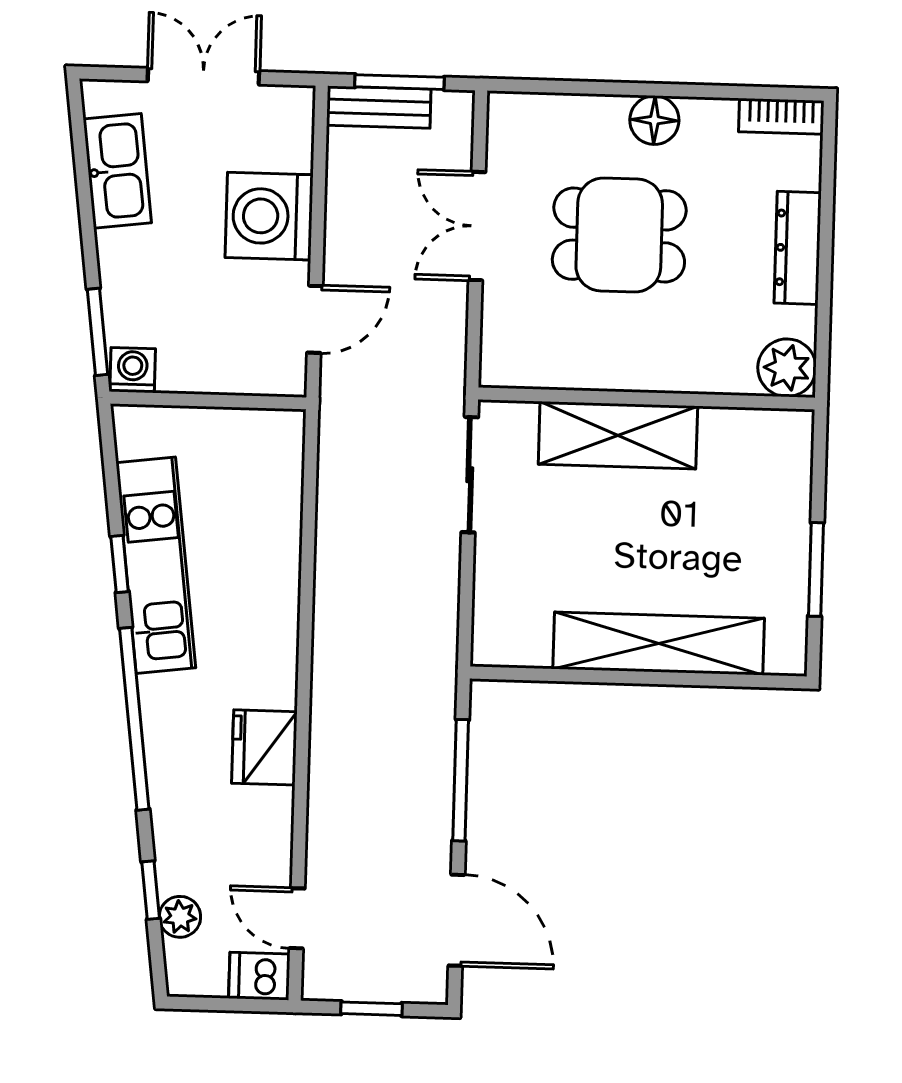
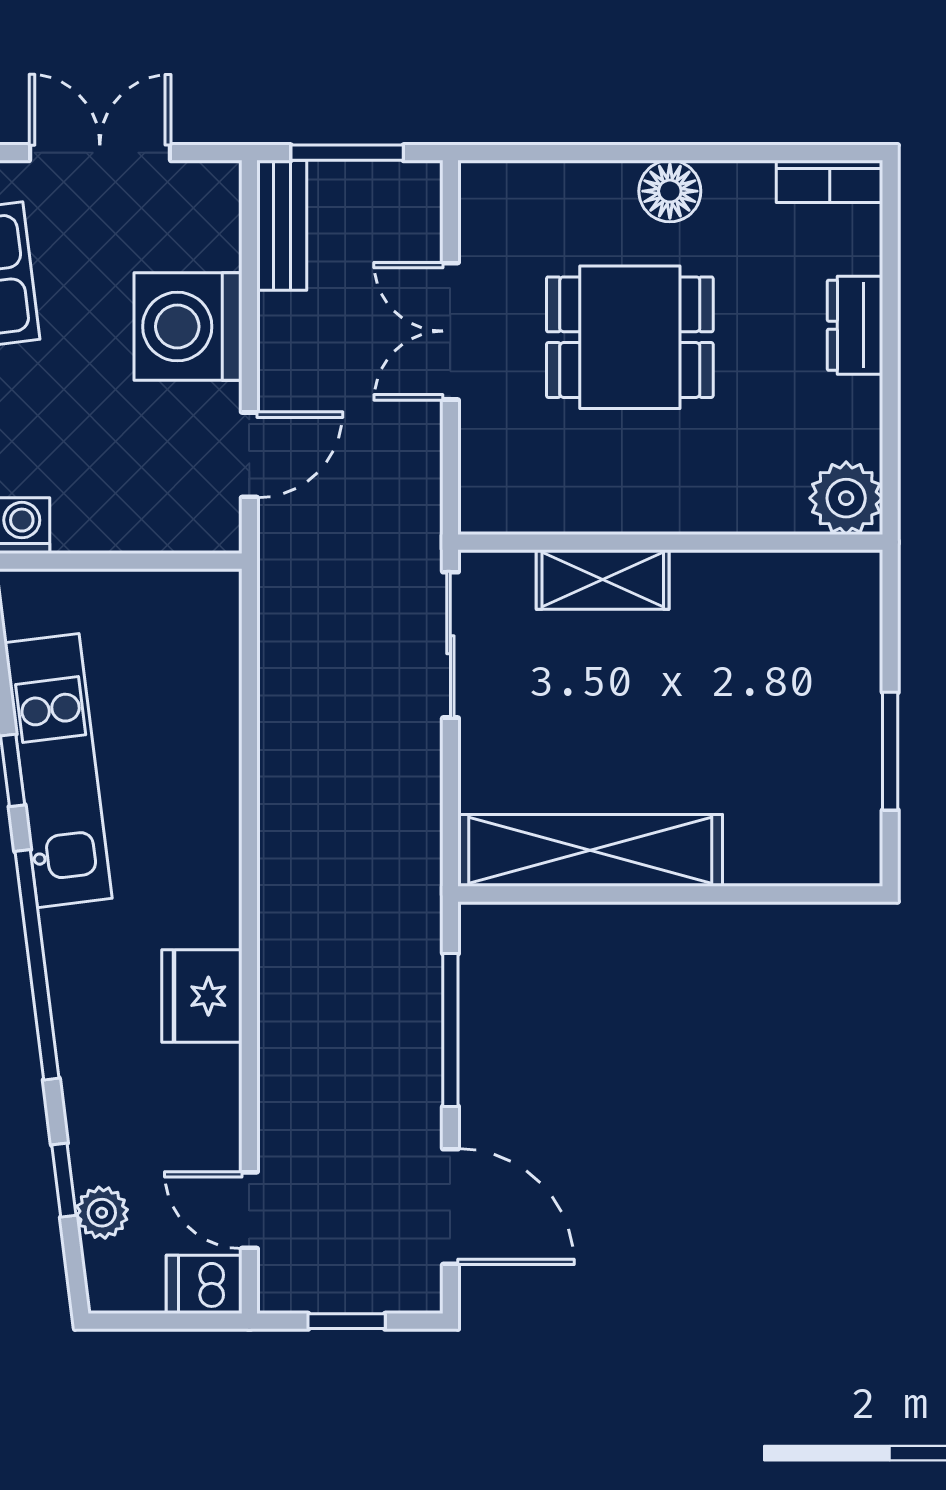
bench: (379, 107) -> (282, 225), moved, turned 90
dresser: (798, 248) -> (855, 325), width x0.70
shelving: (618, 435) -> (603, 580), width x0.67, depth x0.75
shelving: (659, 644) -> (590, 850), moved

